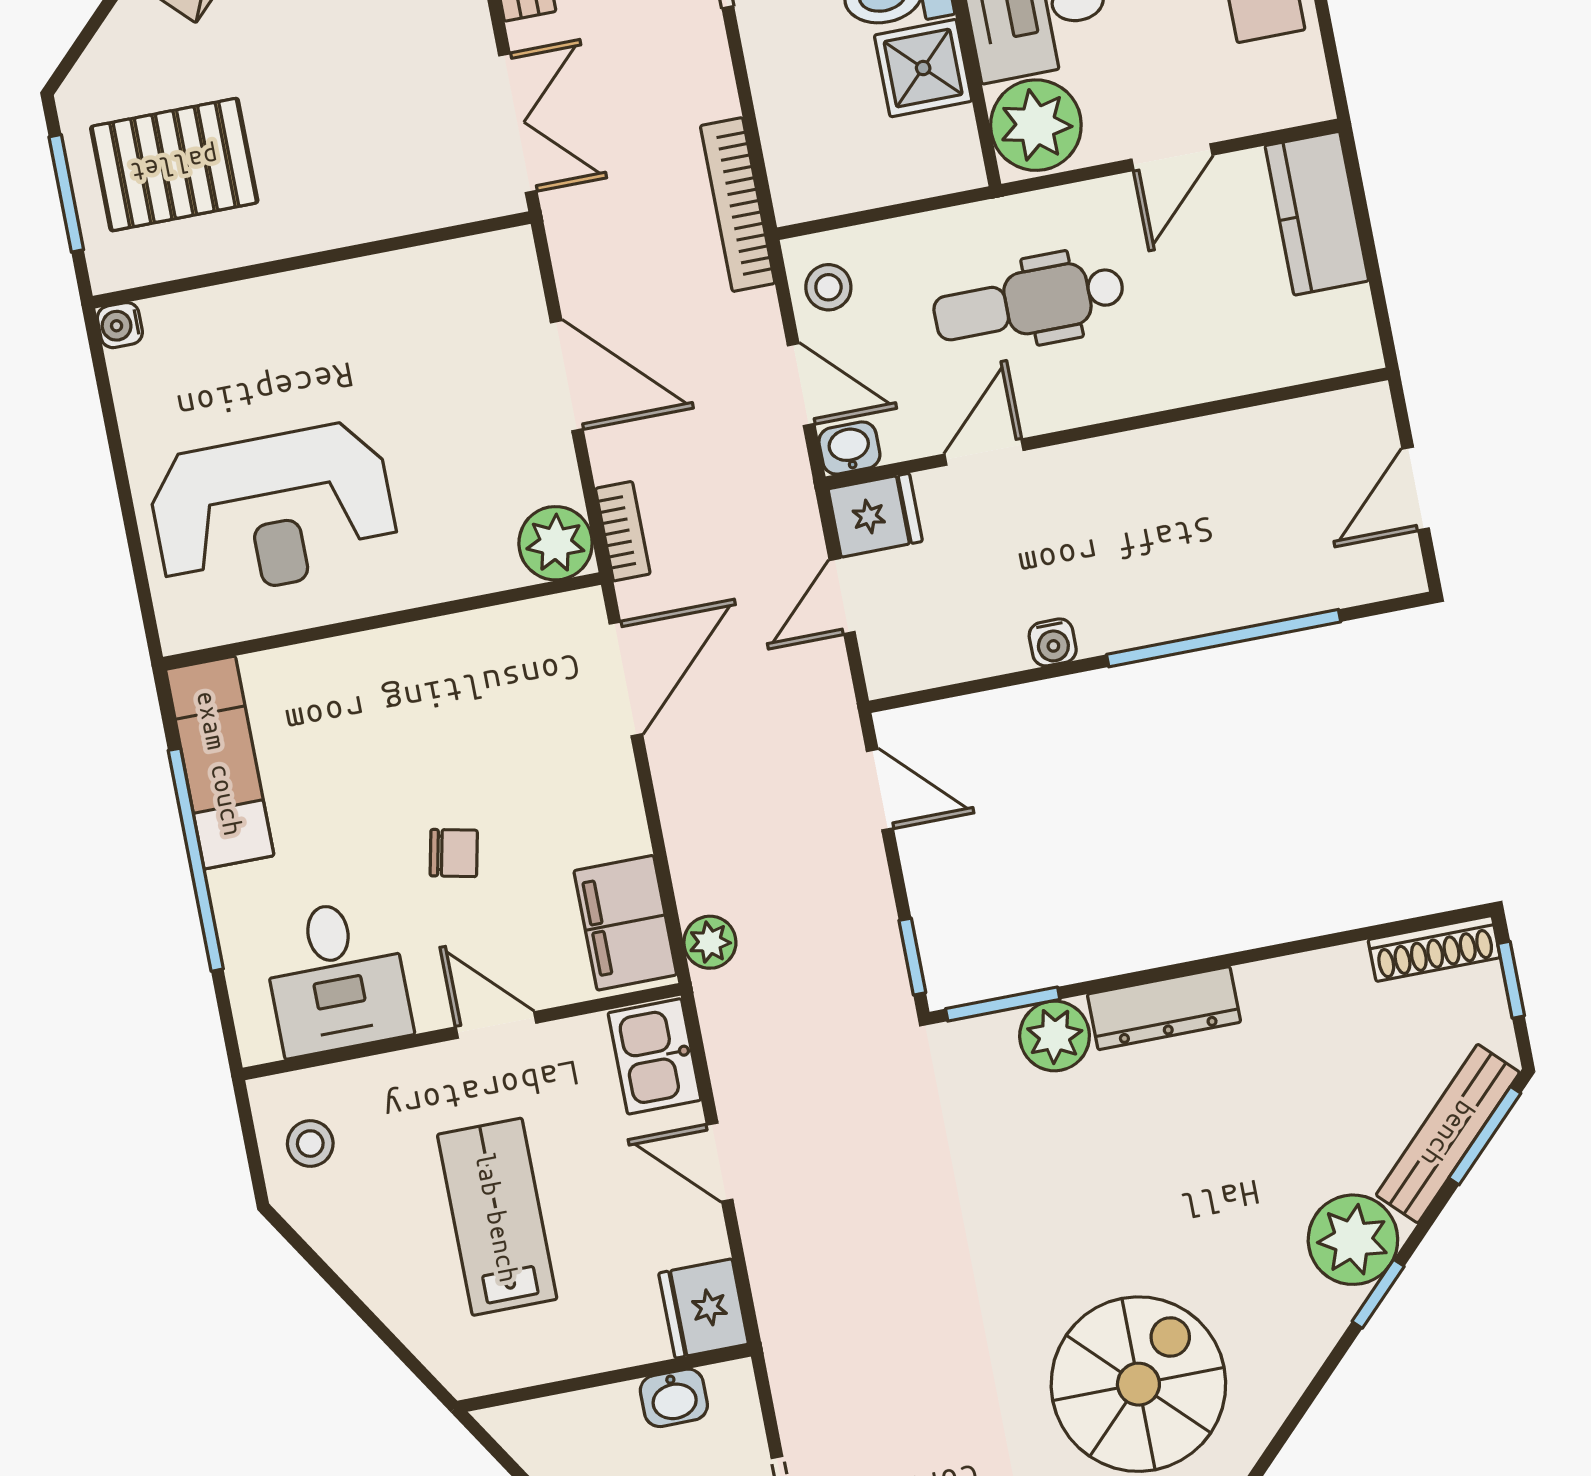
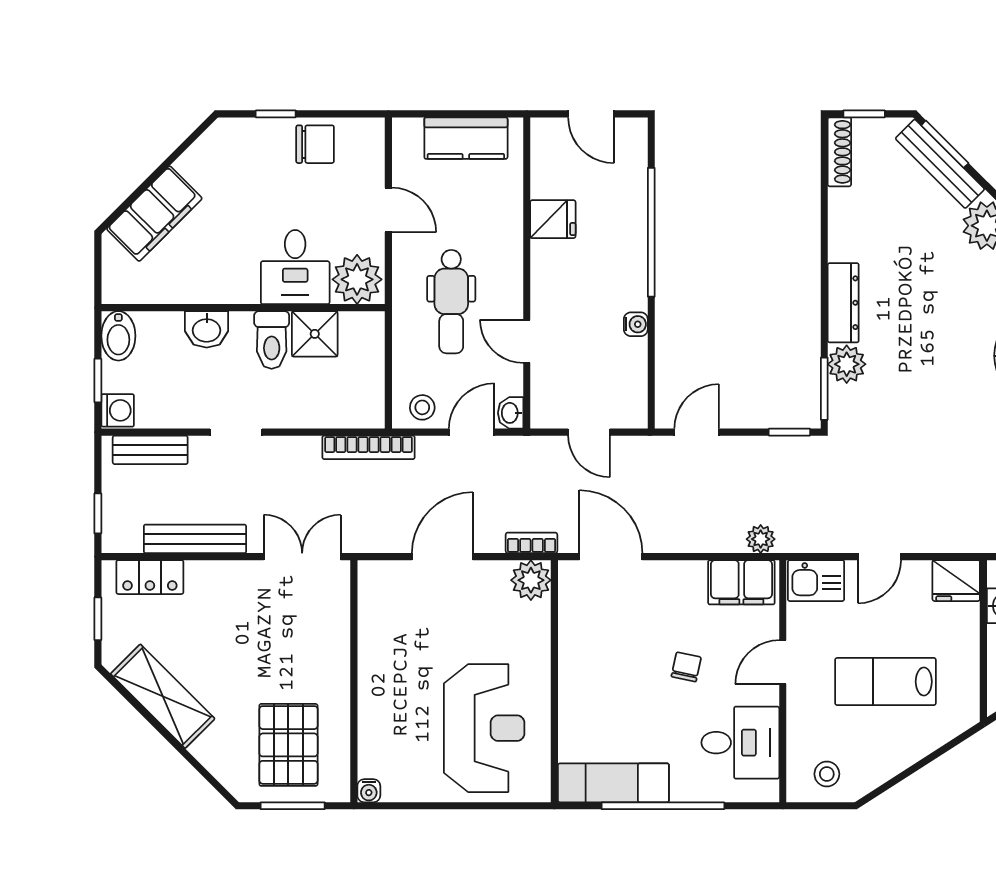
kitchen counter: (1317, 213) -> (466, 138), moved
fridge: (875, 515) -> (553, 219), moved, turned 90

